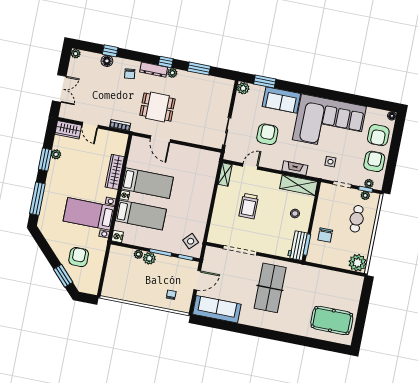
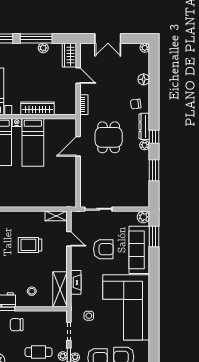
window: (110, 51) -> (154, 81), removed
sofa: (281, 100) -> (139, 250), width x1.36
door: (90, 125) -> (78, 75), swing flipped
window: (45, 160) -> (36, 38), width x1.44

